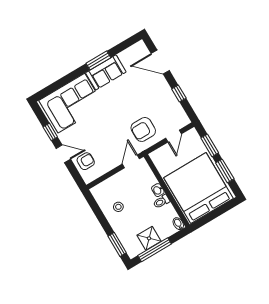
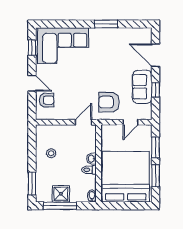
sofa: (106, 72) -> (142, 87), moved, turned 90
window: (50, 132) -> (32, 48), moved

